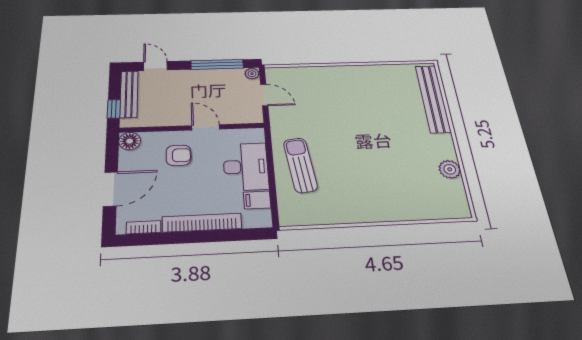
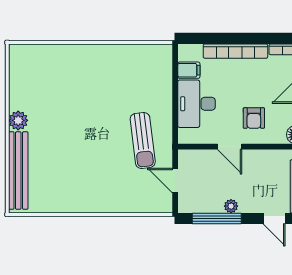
plant: (252, 74) -> (231, 206), moved
armchair: (178, 155) -> (254, 118), turned -90
sun lounger: (300, 165) -> (143, 141), moved
plant: (450, 169) -> (18, 120), moved

